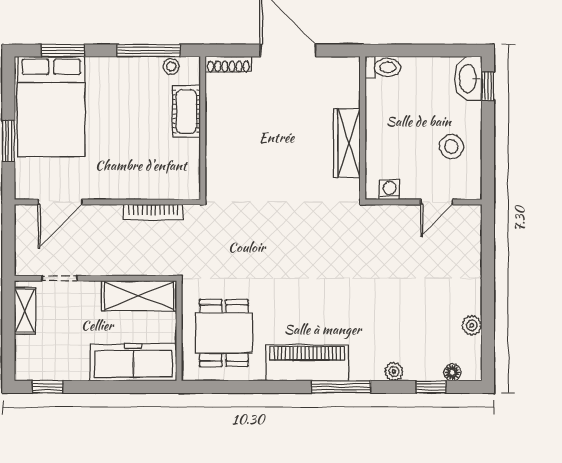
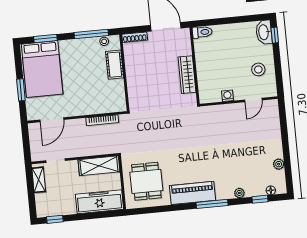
toilet: (383, 67) -> (202, 32), moved
wall: (363, 128) -> (195, 66), moved
wardrobe: (347, 143) -> (187, 75), moved

